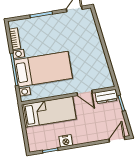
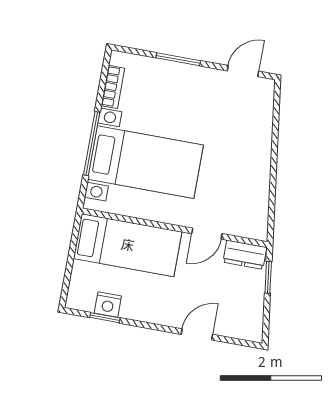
door: (85, 93) -> (207, 234), hinge flipped
door: (117, 139) -> (197, 334), moved
nightstand: (66, 141) -> (108, 305), moved

